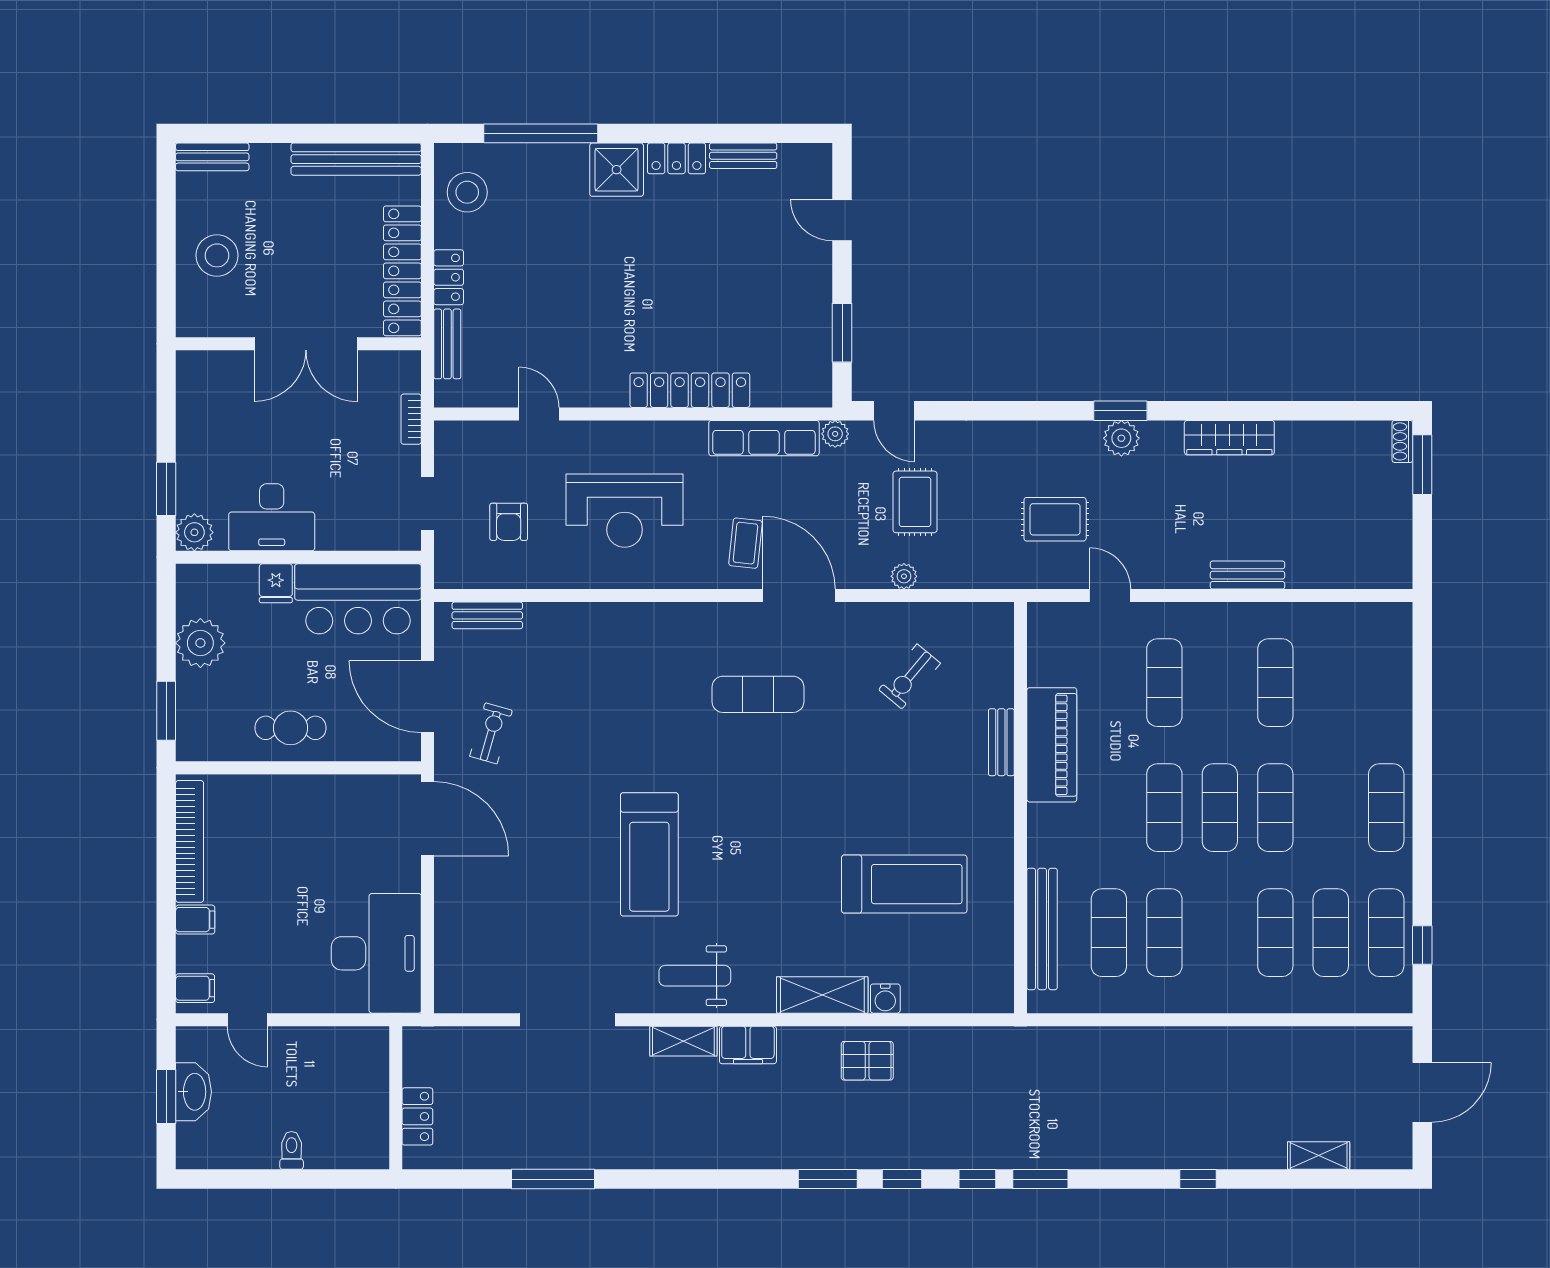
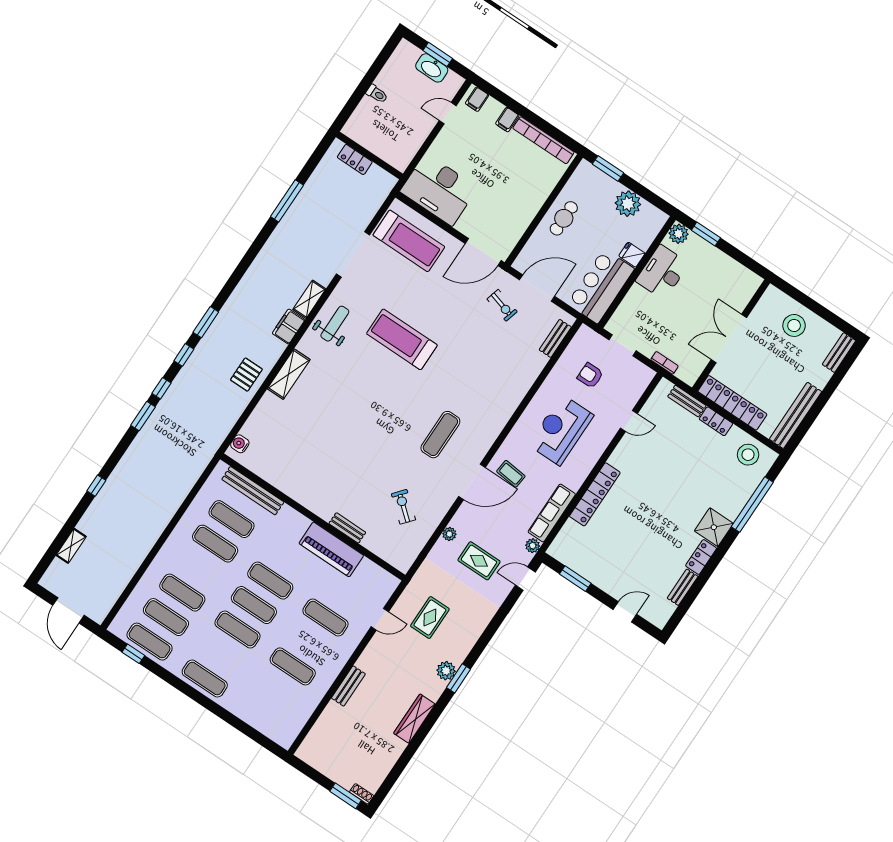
treadmill: (904, 884) -> (409, 241), moved, turned -90
water cooler: (885, 999) -> (240, 444), moved

